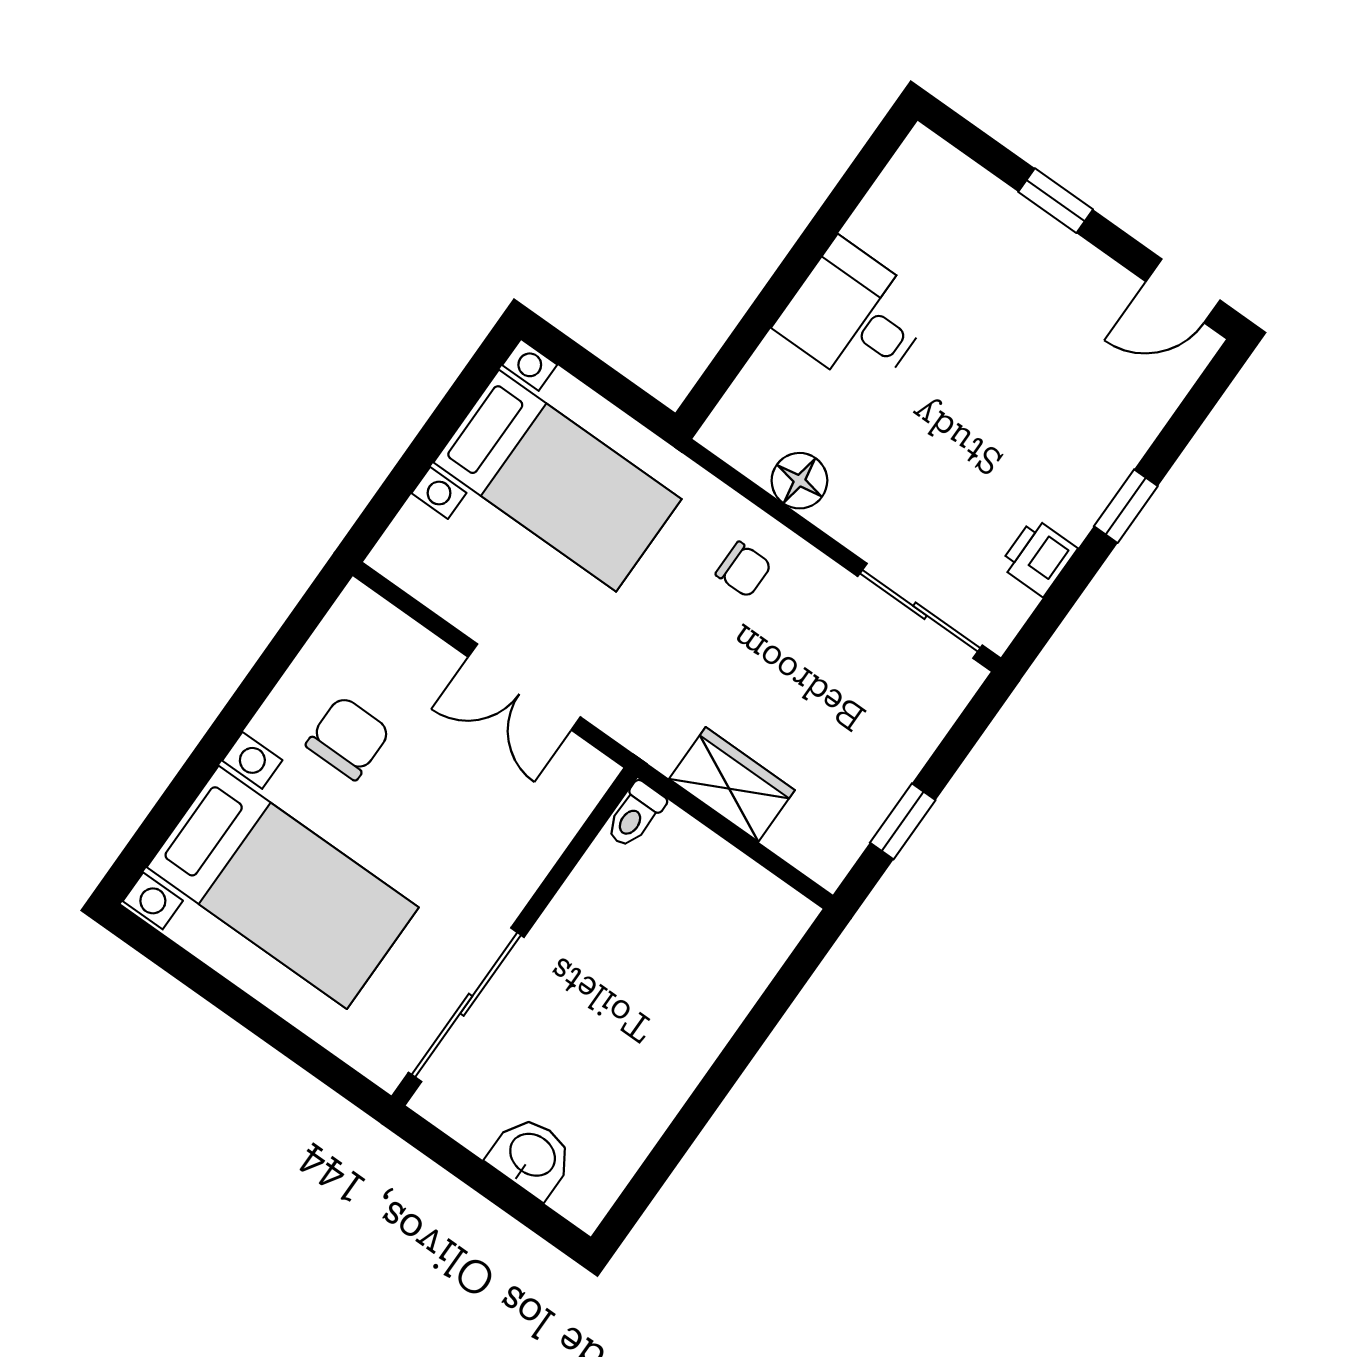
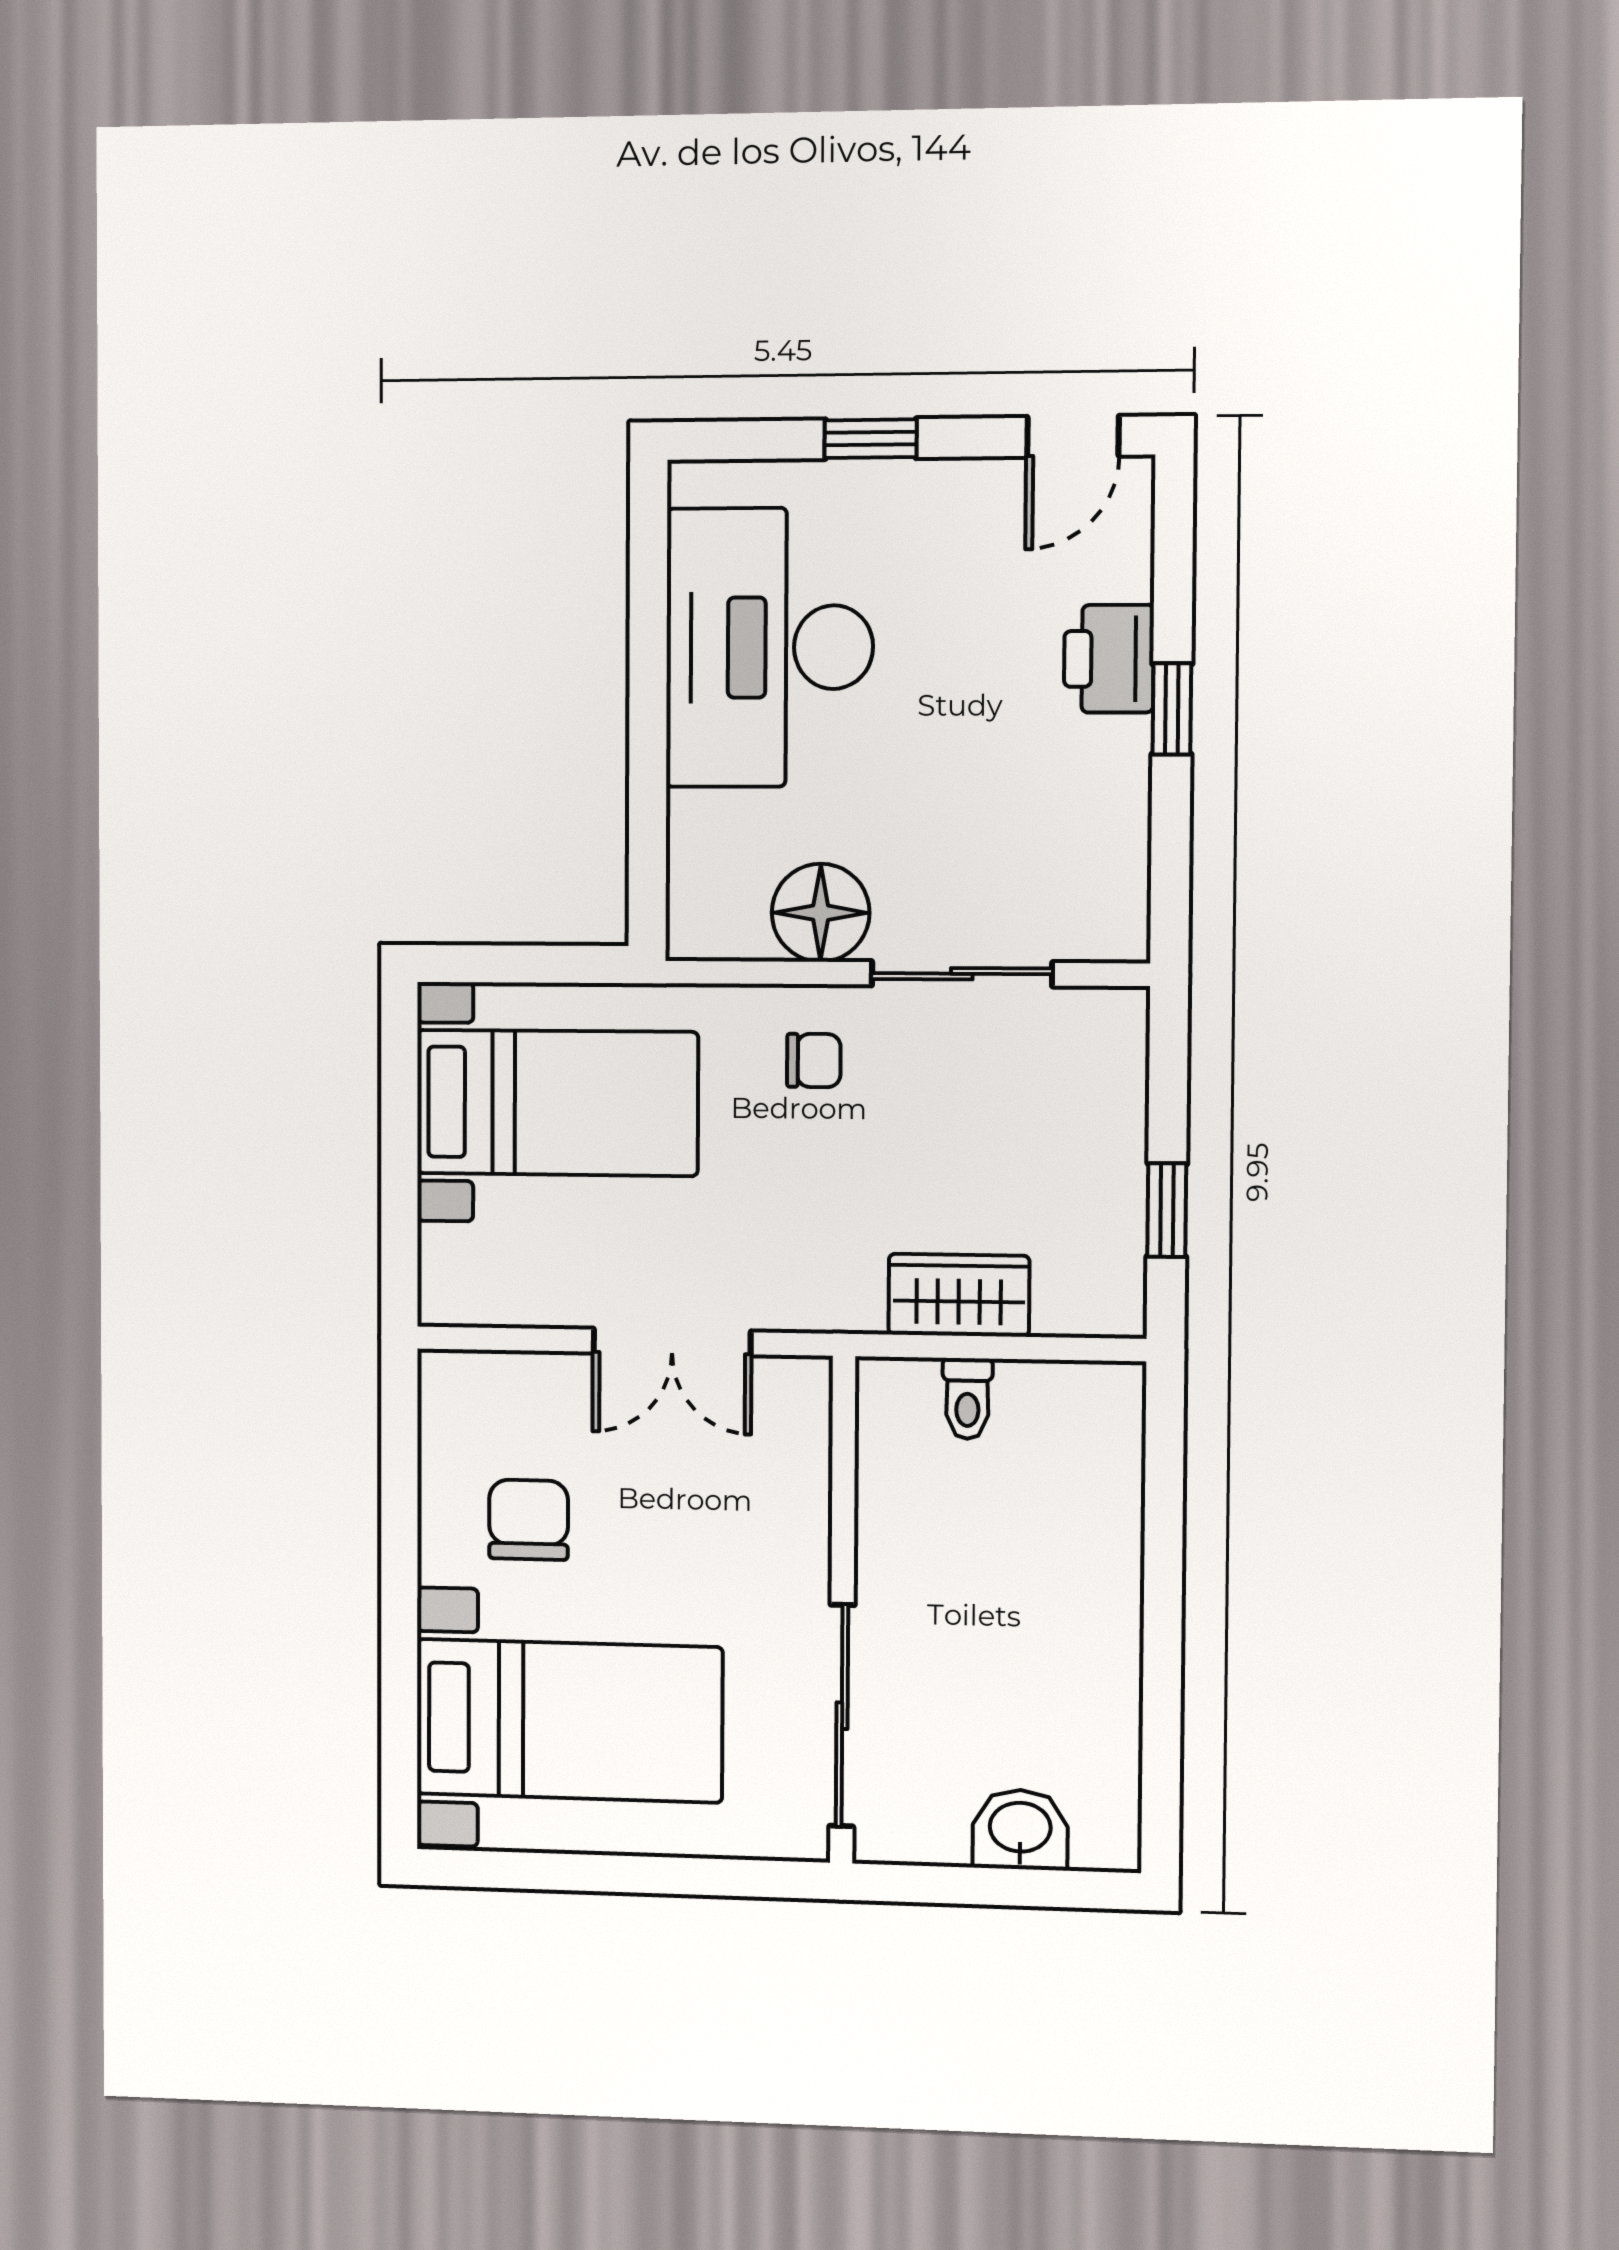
desk: (855, 317) -> (769, 647), width x1.87, depth x1.30
floor lamp: (799, 481) -> (821, 913), width x1.38, depth x1.38
printer: (1038, 557) -> (1109, 659), moved, width x1.36, depth x1.24
sliding door: (920, 611) -> (962, 974), moved
toilet: (635, 815) -> (967, 1399), moved

